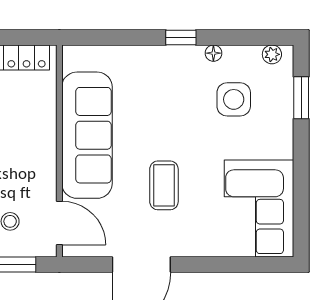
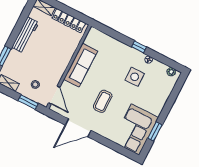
window: (301, 98) -> (155, 132), moved
side table: (234, 99) -> (135, 77), moved
sofa: (87, 135) -> (81, 65), width x0.74, depth x0.79

